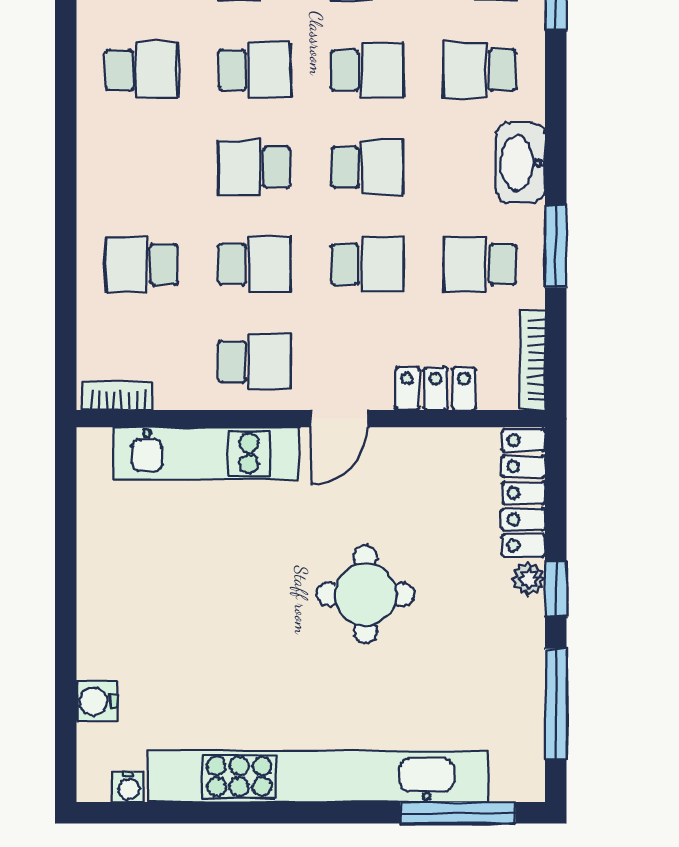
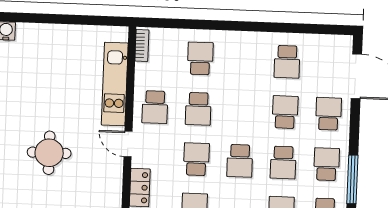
school desk: (254, 70) -> (285, 112), turned 180
school desk: (254, 167) -> (242, 110), removed
school desk: (367, 264) -> (196, 159), turned 180

